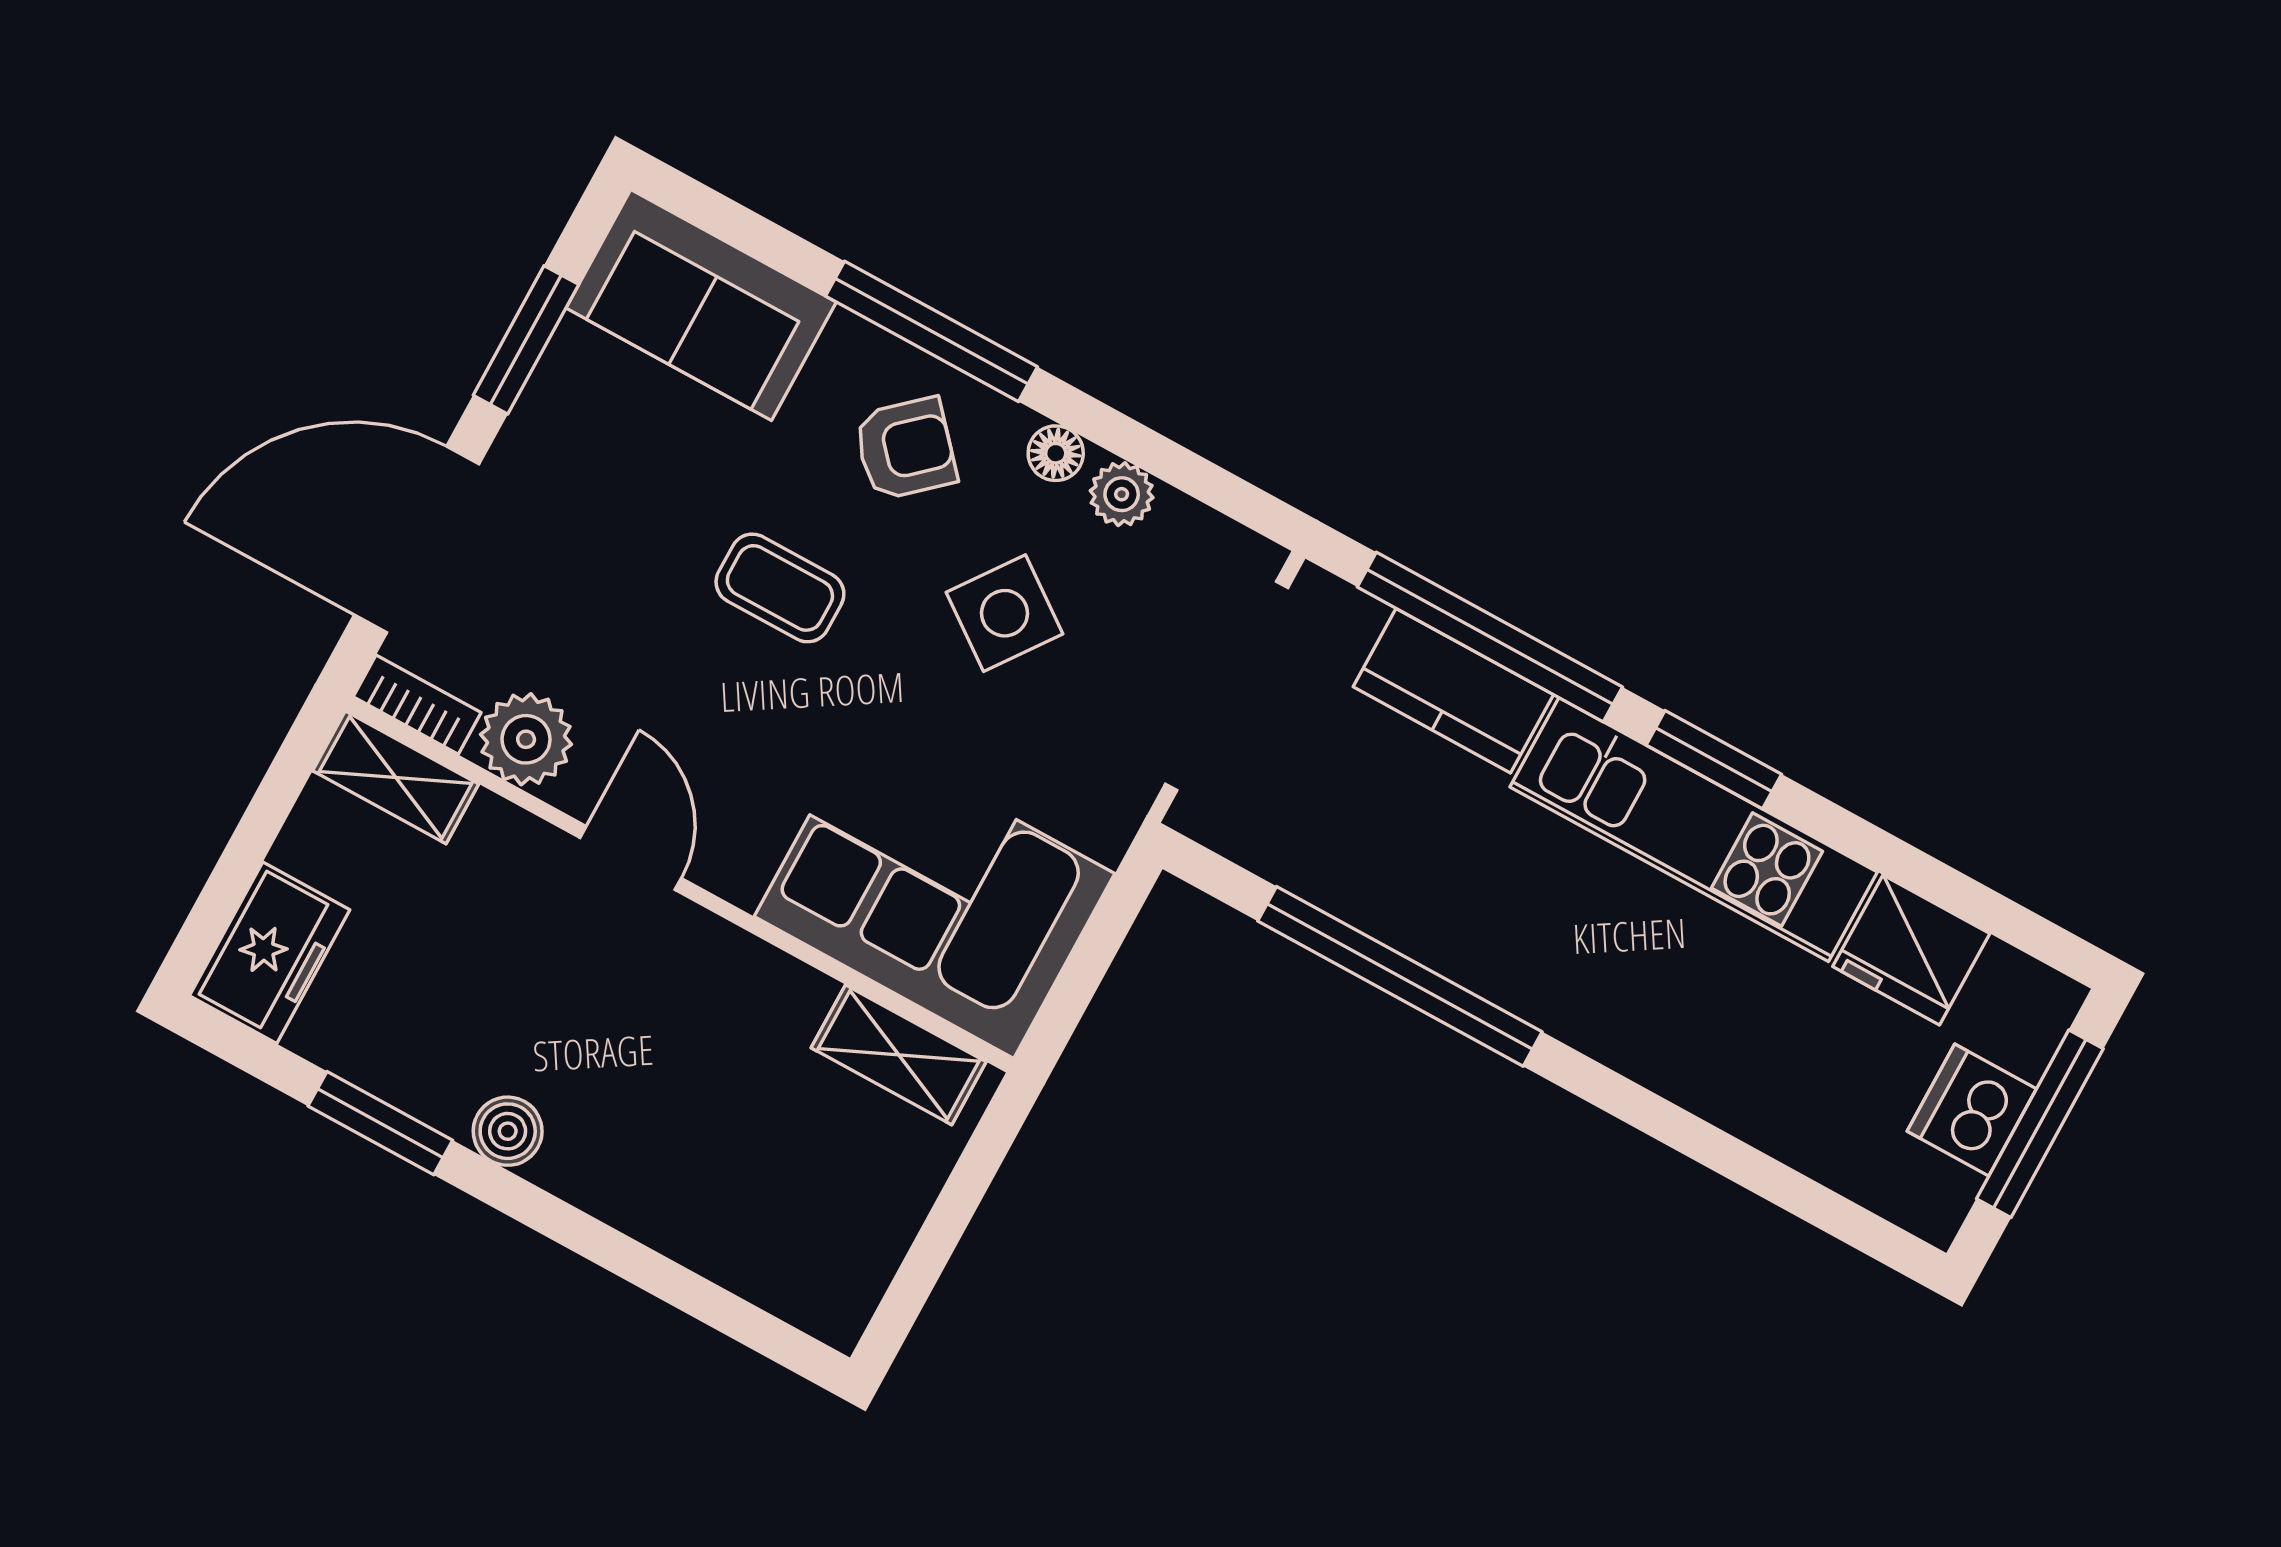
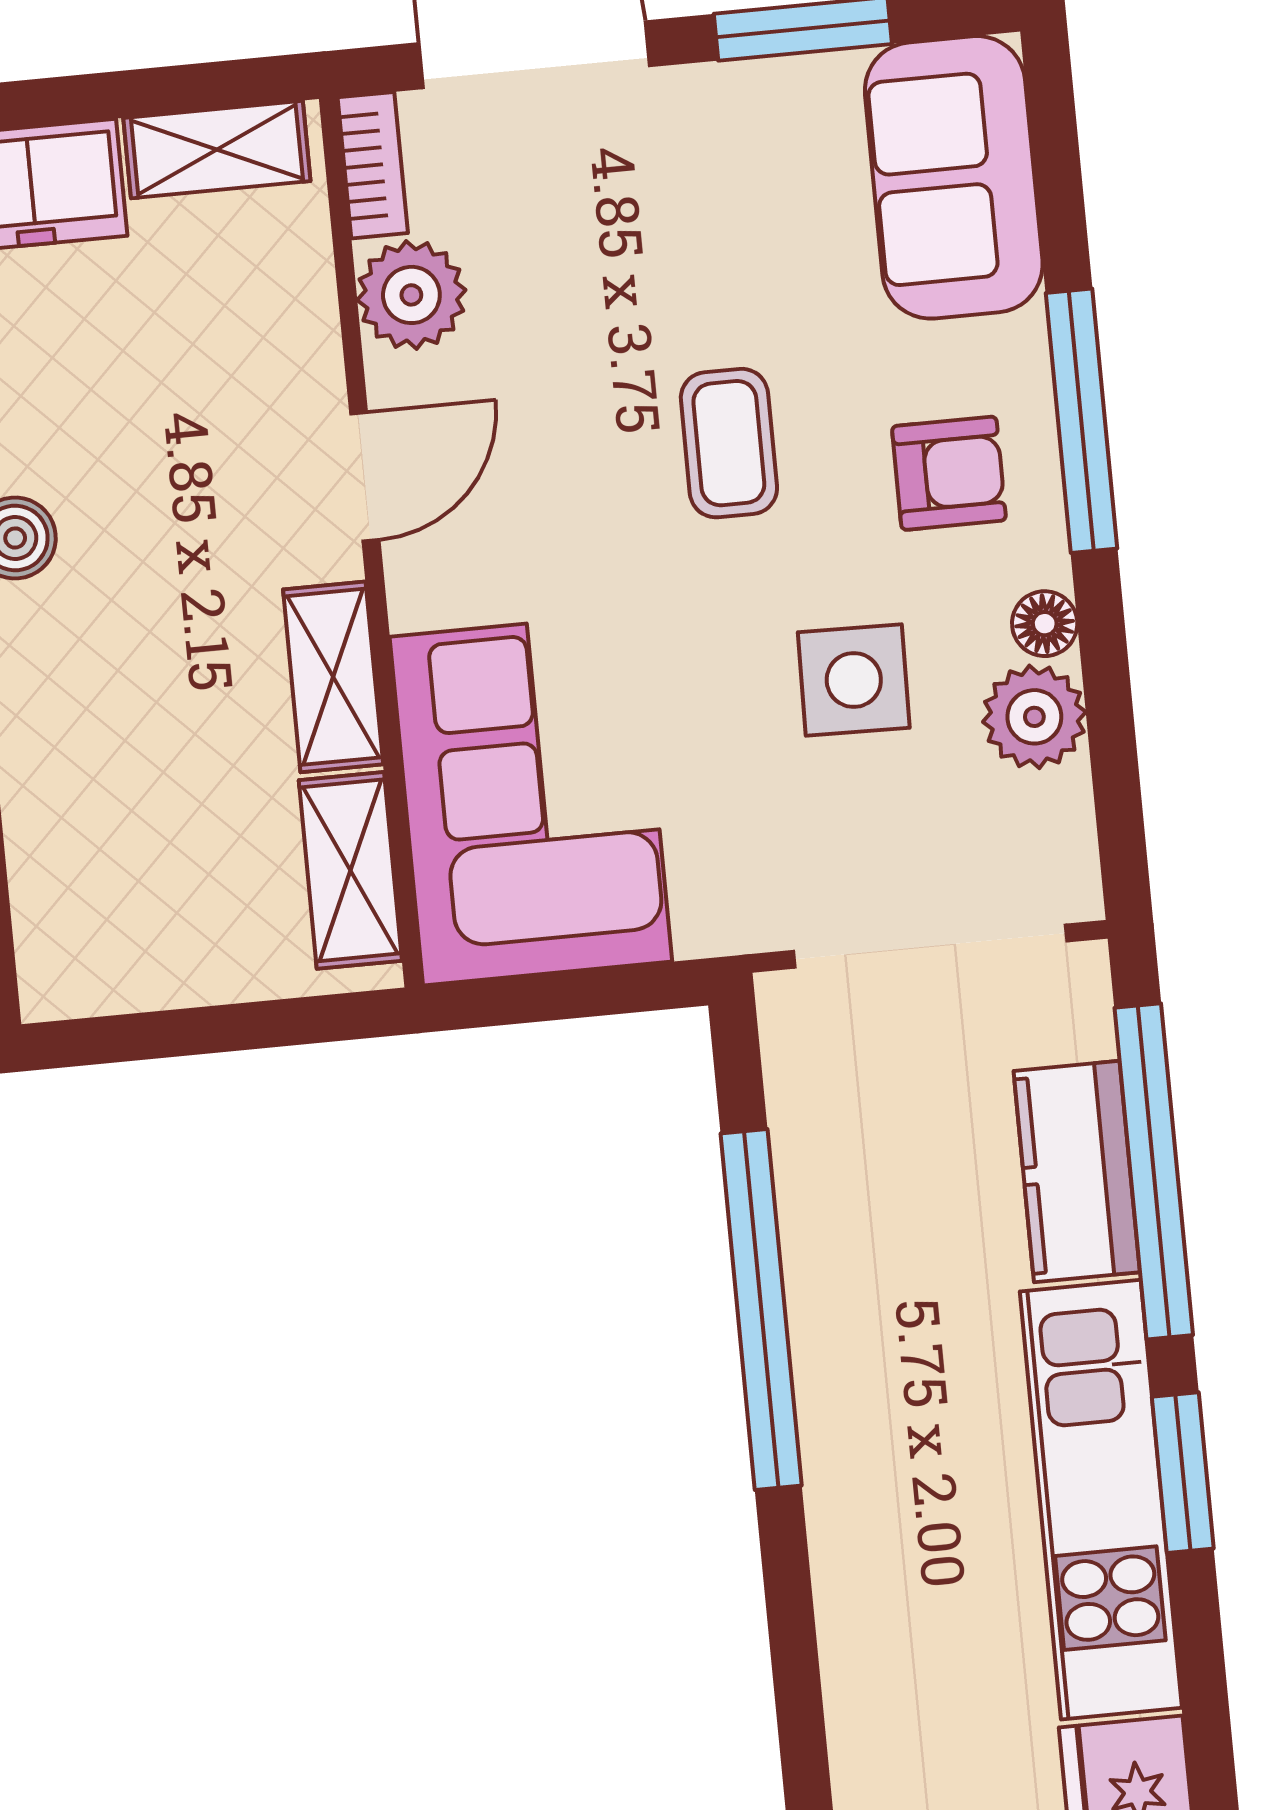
armchair: (905, 449) -> (949, 473), turned -48
plant: (1122, 494) -> (1034, 717), width x1.38, depth x1.38
side table: (1005, 613) -> (854, 680), turned -35
shelving: (396, 777) -> (217, 150), moved, turned 90
shelving: (755, 975) -> (333, 677), added

